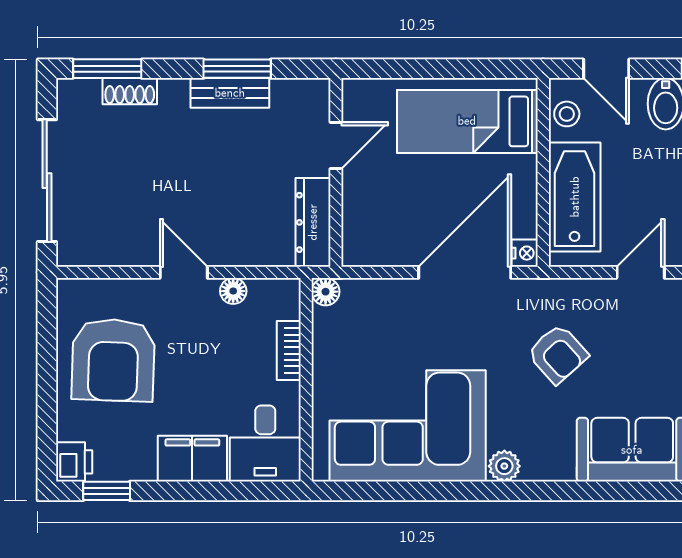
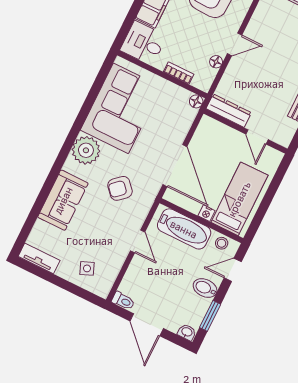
nightstand: (525, 253) -> (206, 213), moved
plant: (504, 466) -> (86, 150), width x1.87, depth x1.87

